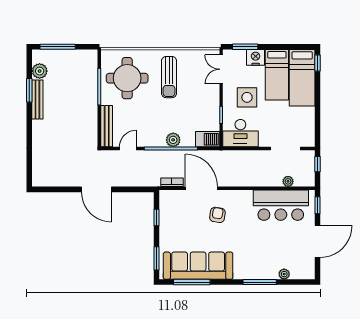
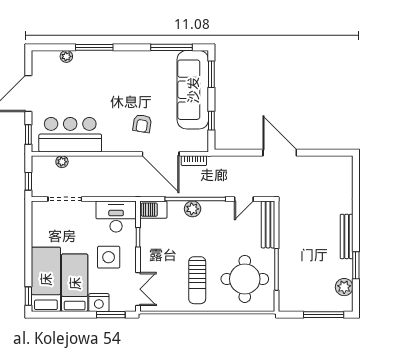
sun lounger: (169, 77) -> (197, 280), turned 180
bench: (37, 99) -> (347, 236), moved
sofa: (198, 266) -> (193, 90), moved, turned 90

